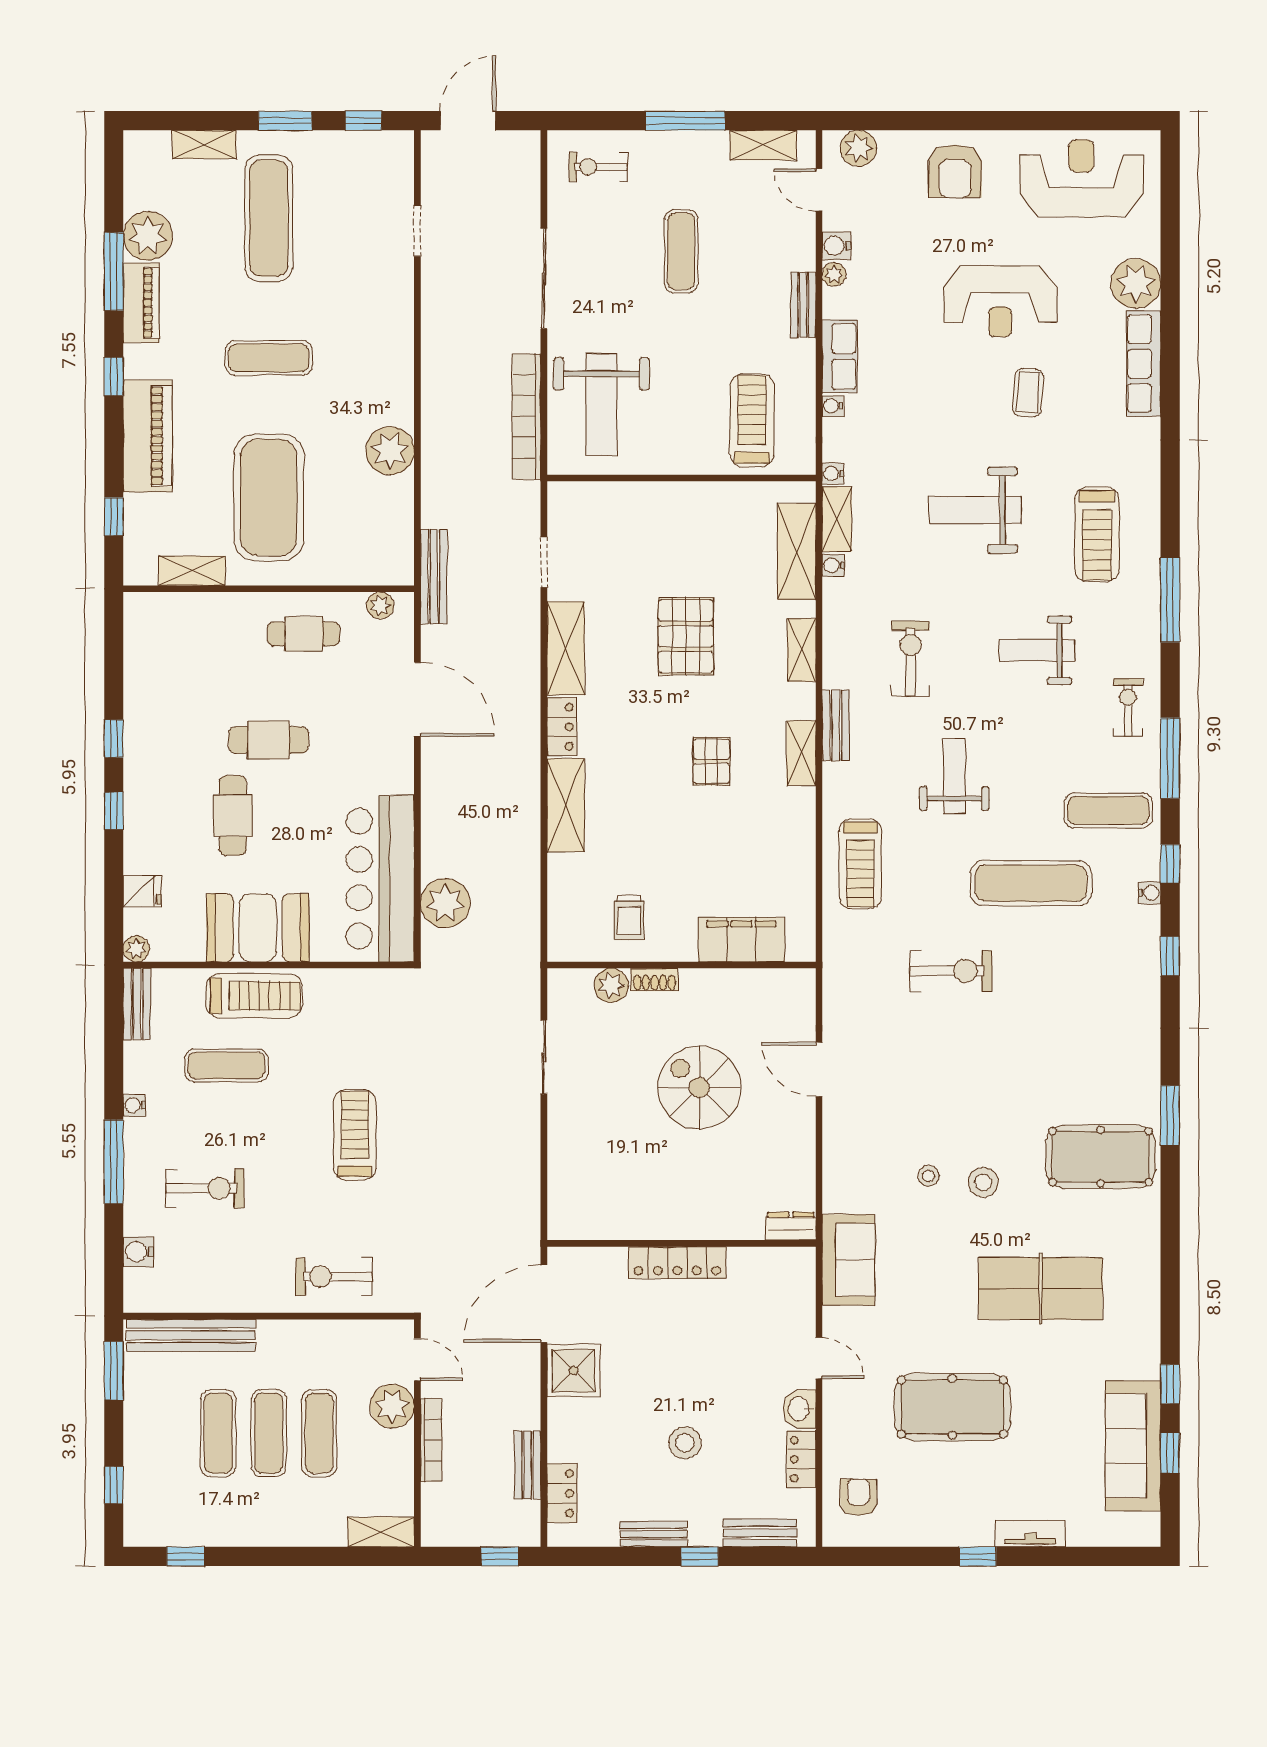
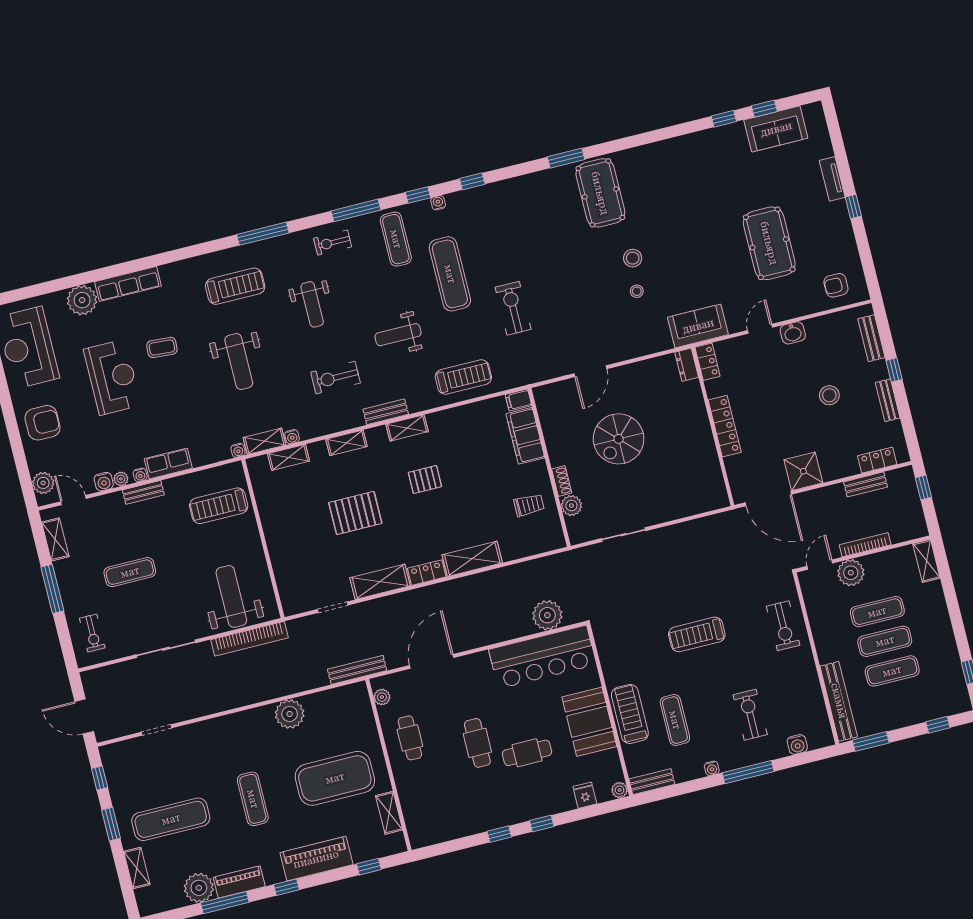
door: (819, 190) -> (73, 500), swing flipped
weight bench: (601, 404) -> (231, 596), turned -90
water cooler: (833, 406) -> (140, 475), moved
shelving: (797, 552) -> (289, 457), width x0.67, depth x0.75
filing cabinet: (801, 943) -> (518, 400), added
table tennis table: (1041, 1288) -> (687, 209), removed
sofa: (1133, 1446) -> (776, 129), width x0.73
locker: (801, 1459) -> (708, 362), moved, turned -90

